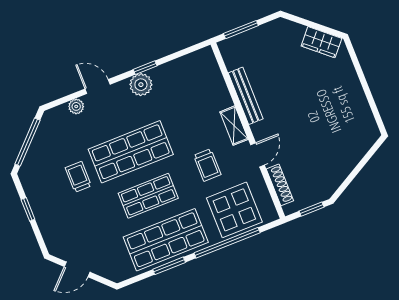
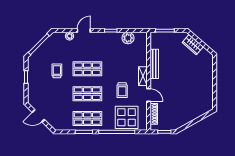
wardrobe: (321, 42) -> (193, 45), moved
plant: (141, 85) -> (128, 38), moved
door: (98, 87) -> (84, 31), hinge flipped
shop shelf: (131, 152) -> (87, 69), width x0.70, depth x0.74
door: (258, 155) -> (149, 95), hinge flipped
shop shelf: (166, 240) -> (87, 119), width x0.70, depth x0.74

